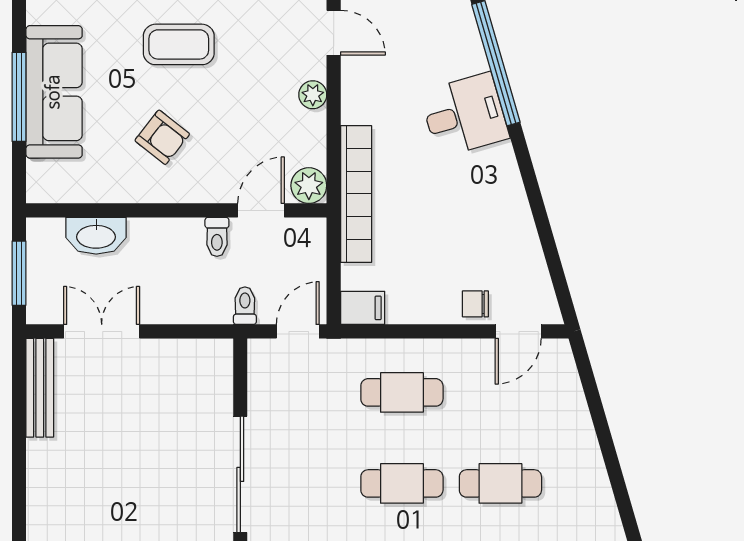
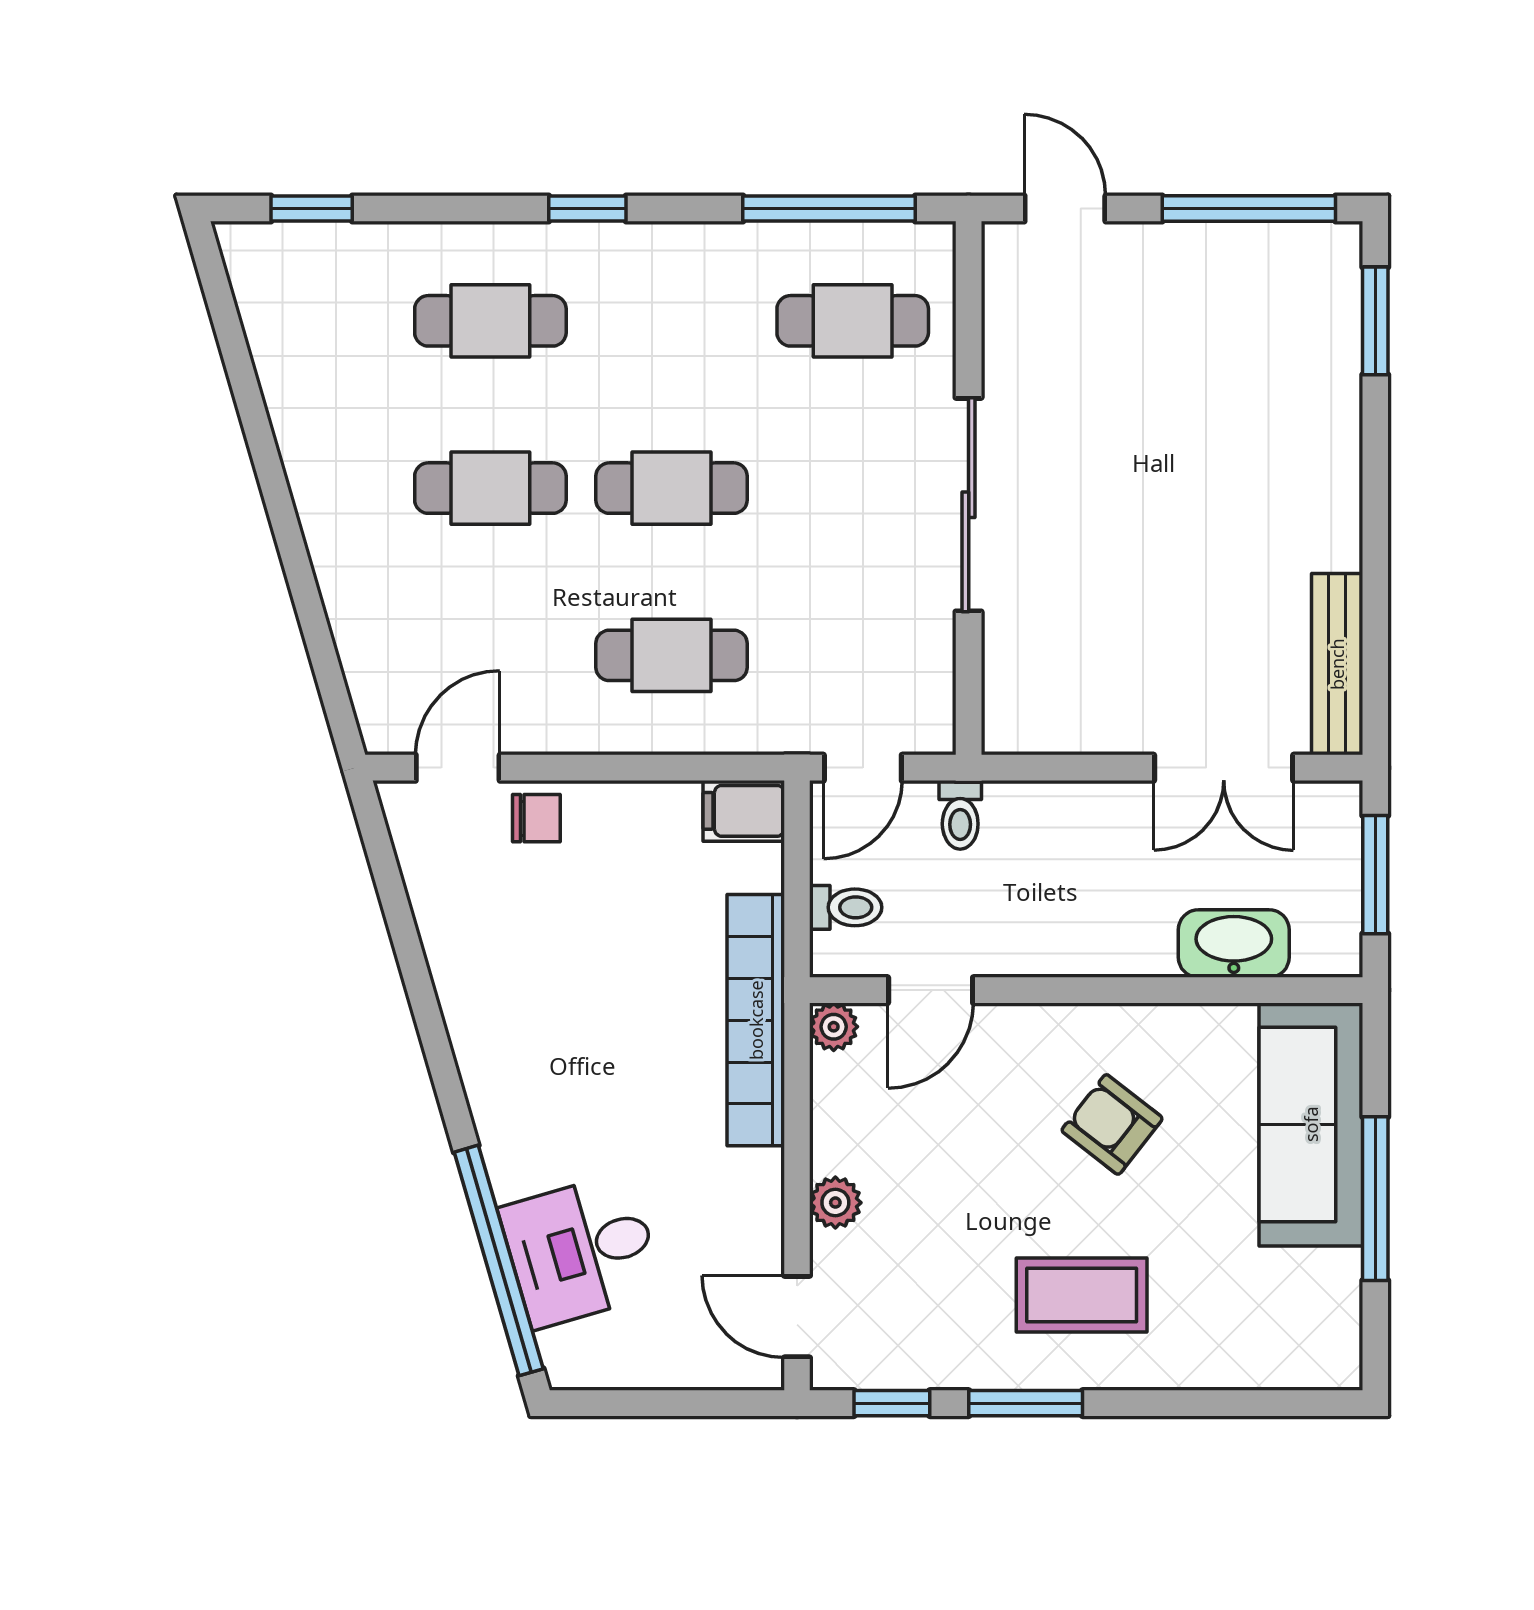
sofa: (54, 92) -> (1311, 1124), moved
desk: (464, 115) -> (581, 1250), moved
plant: (309, 186) -> (834, 1027), width x0.73, depth x0.73
toilet: (217, 237) -> (846, 907), moved, turned 90

